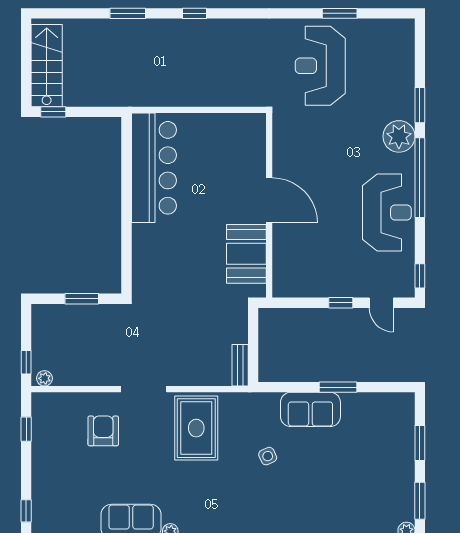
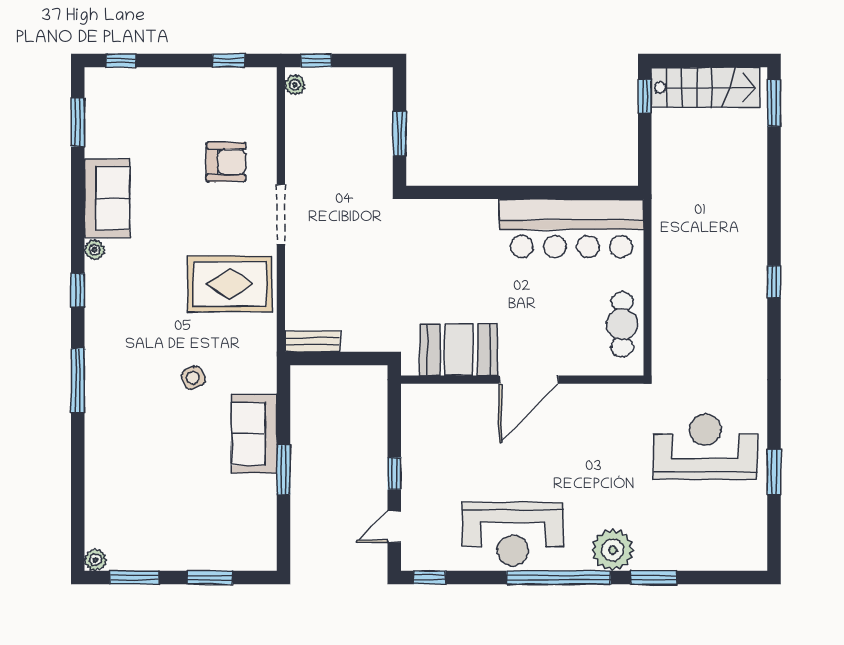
window: (128, 13) -> (774, 103), moved
cafe table: (227, 129) -> (622, 324), added

